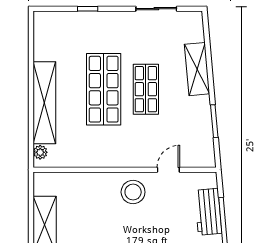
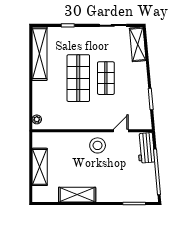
shelving: (197, 69) -> (138, 44), moved
shelving: (44, 103) -> (39, 54), moved
workbench: (208, 212) -> (146, 148), moved

